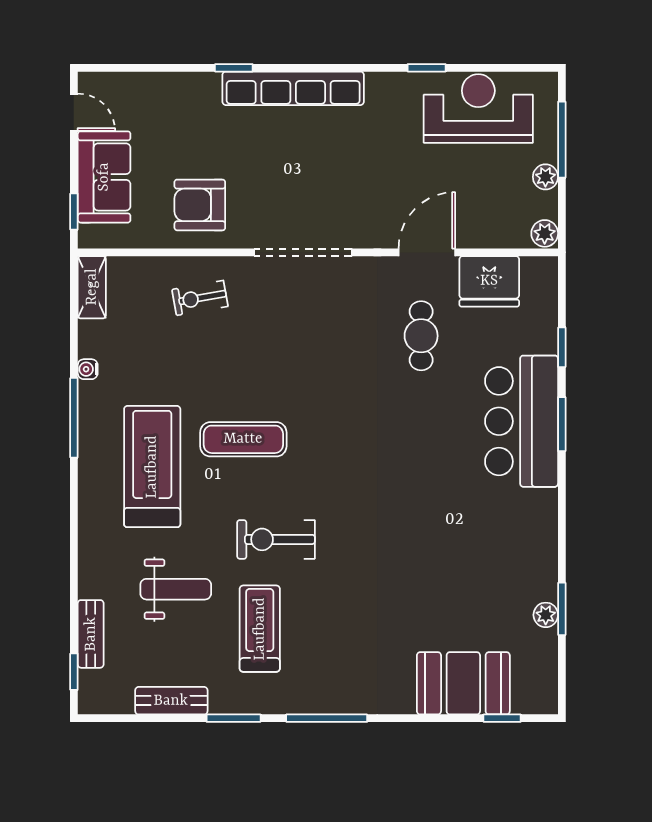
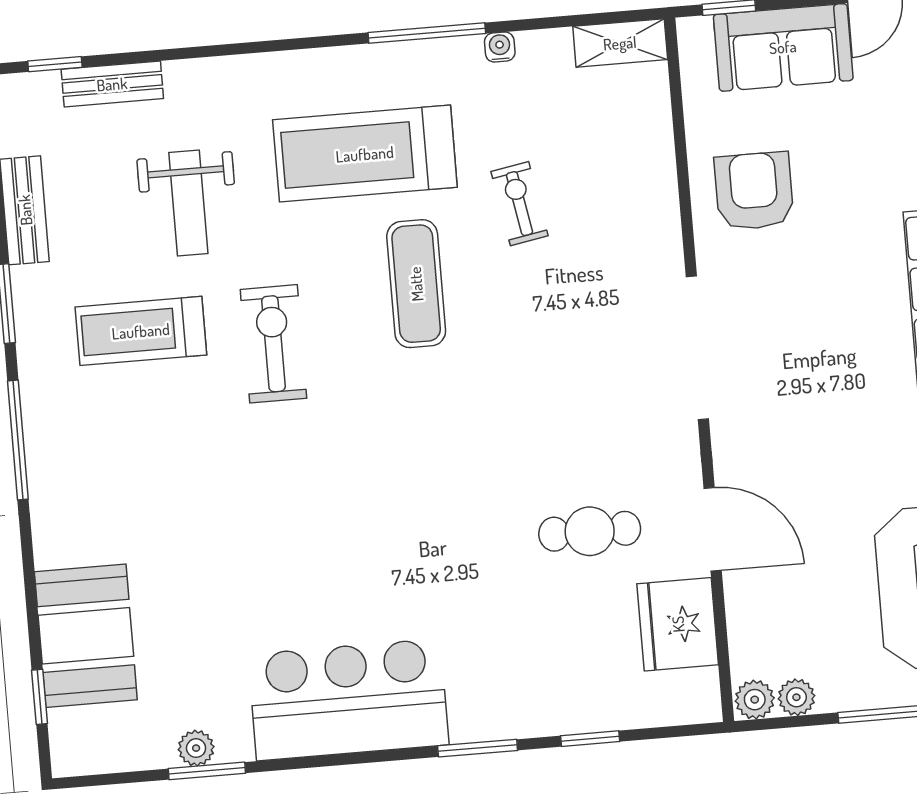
plant: (545, 177) -> (796, 697), moved
exercise bike: (200, 298) -> (520, 204), moved
bar counter: (522, 421) -> (348, 700), moved
treadmill: (152, 467) -> (365, 154), turned 180
treadmill: (260, 629) -> (141, 331), turned 180

